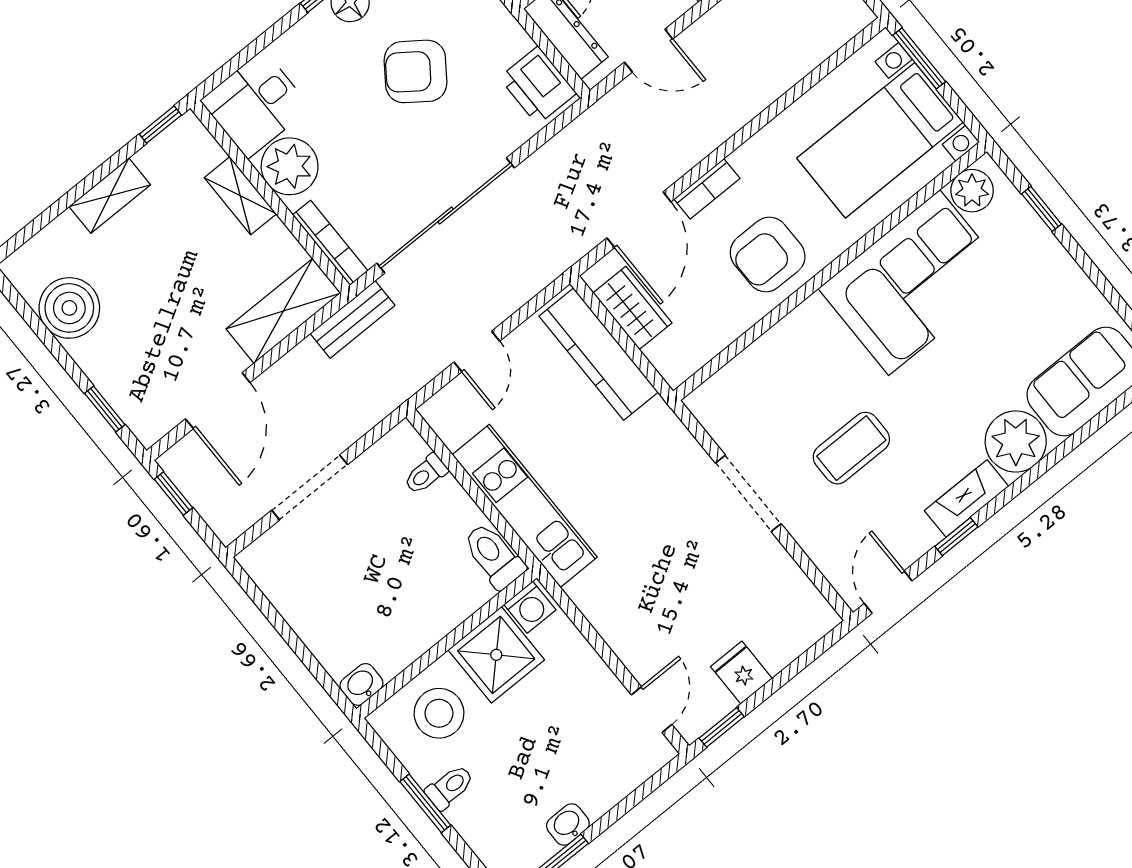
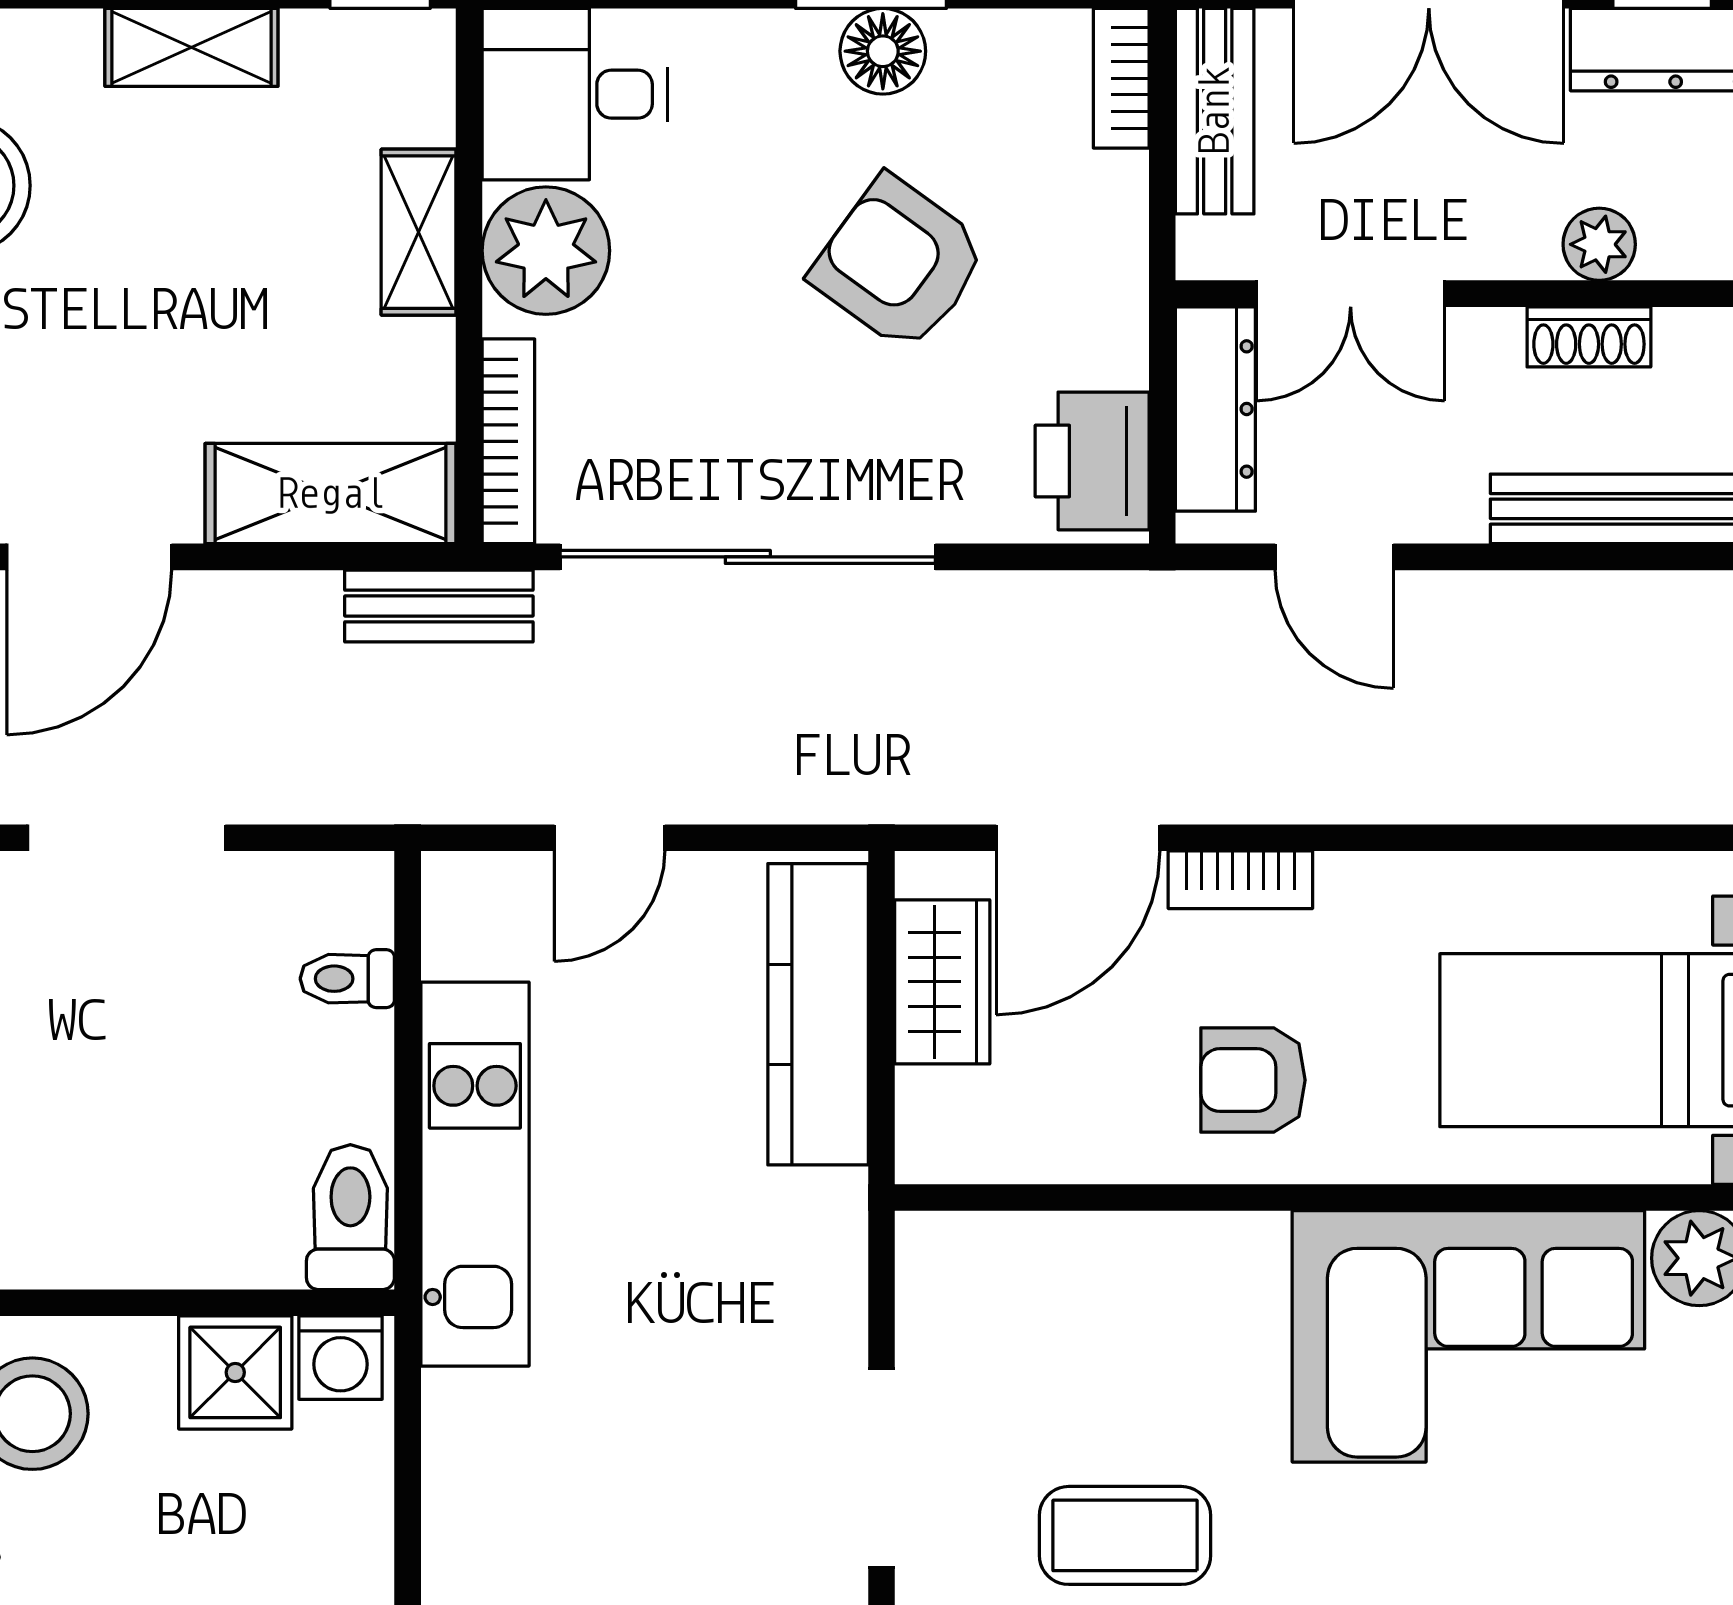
armchair: (768, 254) -> (1253, 1080), width x0.72, depth x0.72
shower: (496, 655) -> (235, 1372), width x0.73, depth x0.73

